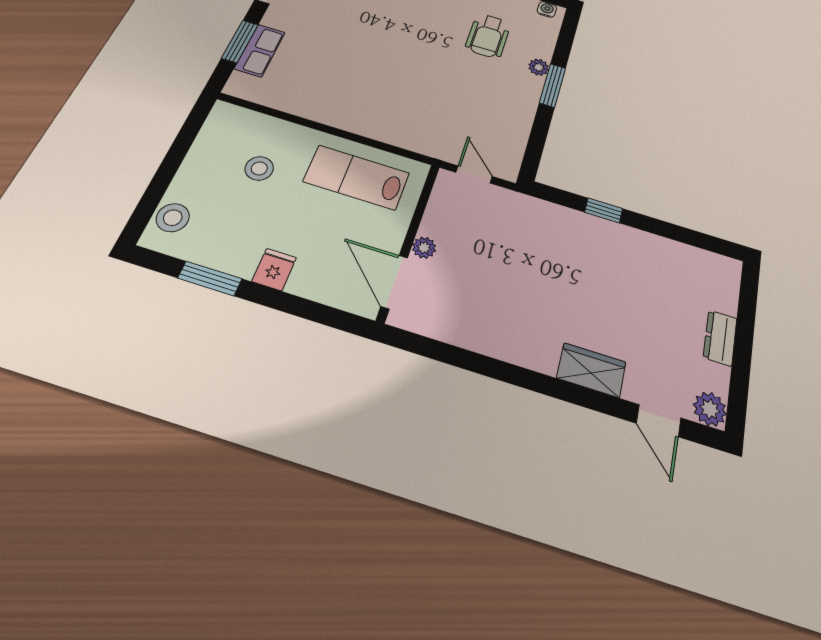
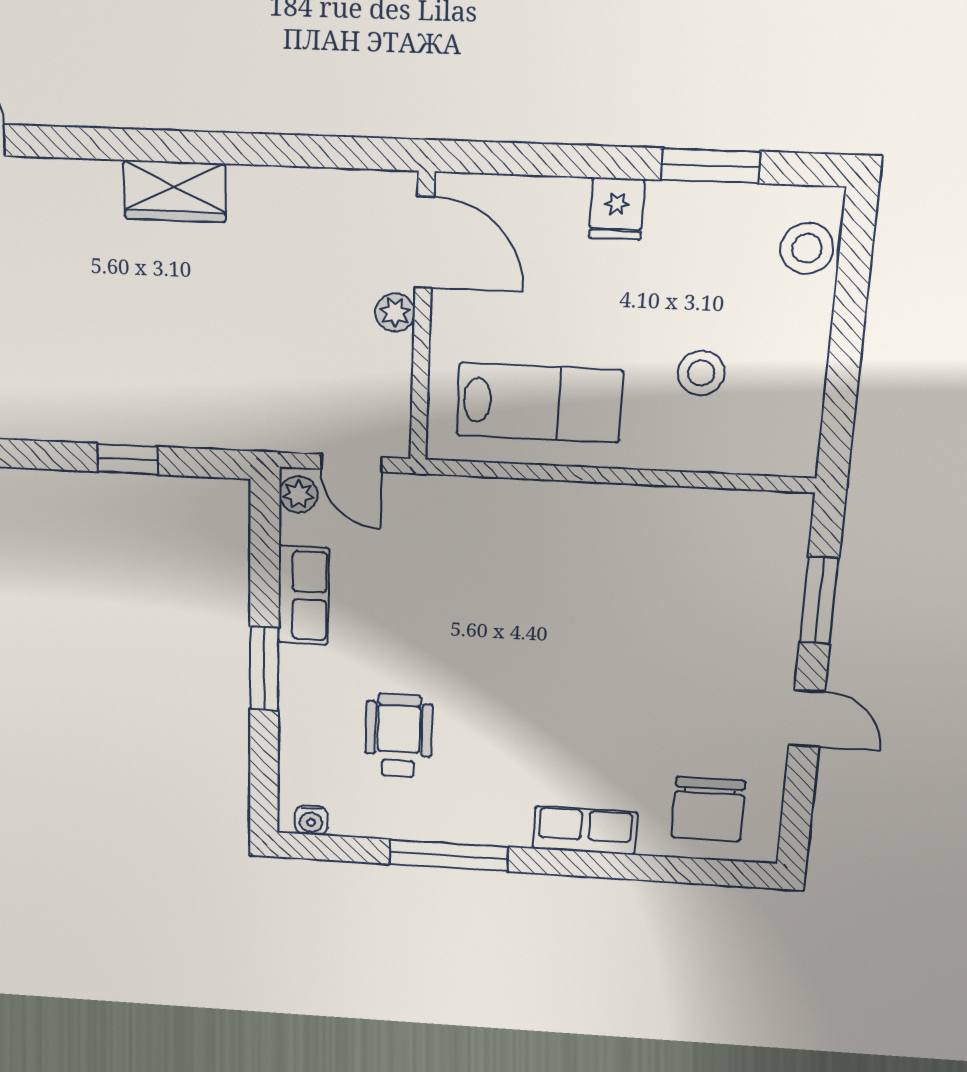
row of seats: (260, 50) -> (304, 595), moved, turned 180
plant: (539, 67) -> (298, 494), moved
wardrobe: (591, 370) -> (175, 191), moved

